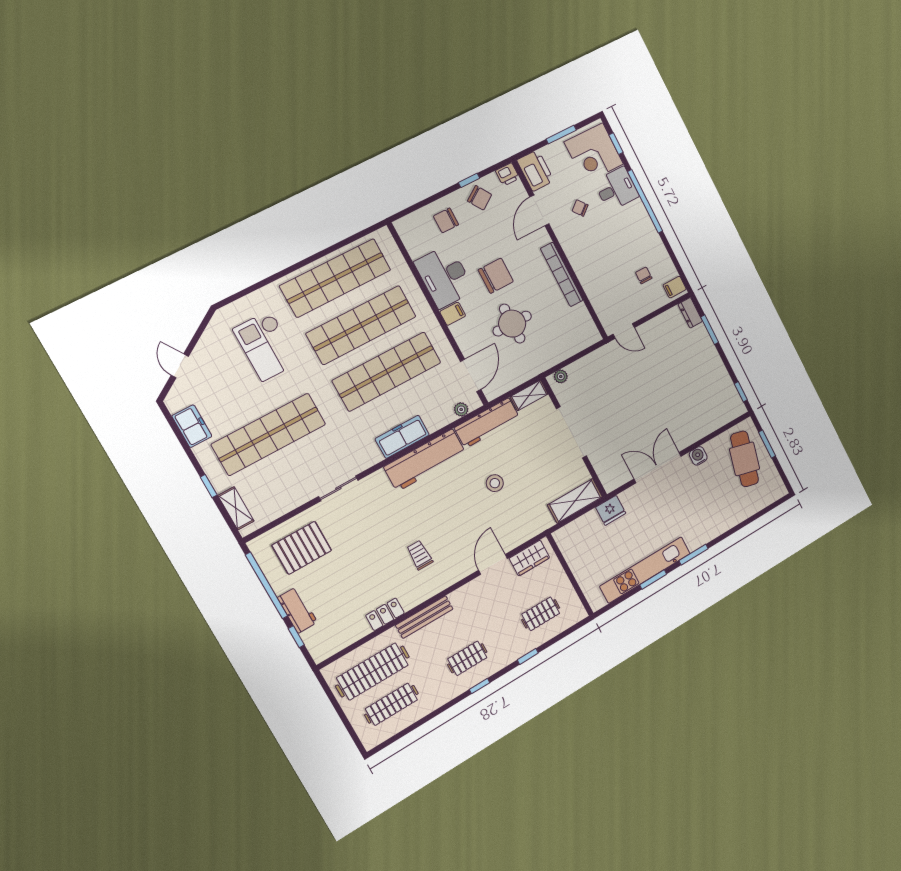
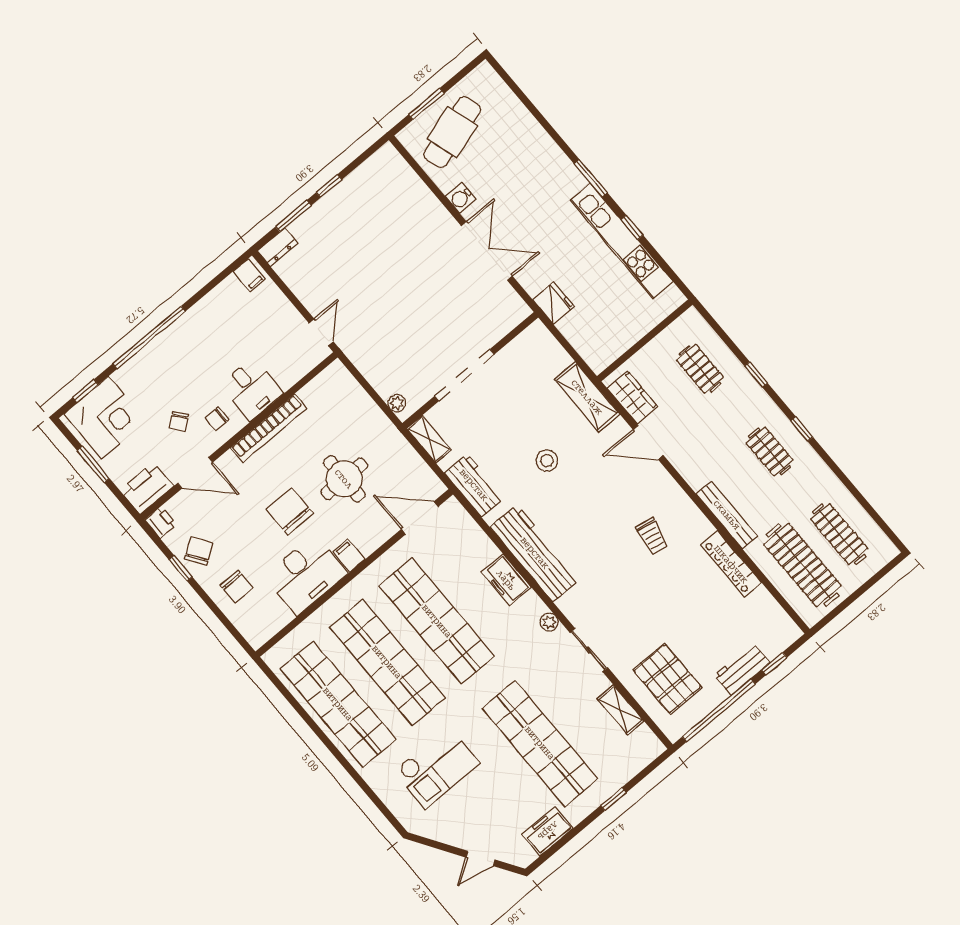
desk: (616, 189) -> (252, 389), moved, turned 180
chair: (644, 275) -> (217, 418), moved
window: (741, 392) -> (329, 186), moved
plant: (461, 409) -> (549, 622), moved
workbench: (487, 423) -> (474, 485), width x0.73
freezer: (402, 437) -> (506, 580), width x0.71
cafe table: (745, 459) -> (452, 132), turned -31
double door: (658, 467) -> (487, 251), swing flipped
shelving: (575, 501) -> (587, 397), moved
shelving: (236, 508) -> (621, 710), moved, turned 90
trolley: (420, 555) -> (652, 536), turned -79
window: (653, 579) -> (632, 227), width x0.67
locker: (385, 614) -> (731, 564), width x1.53

